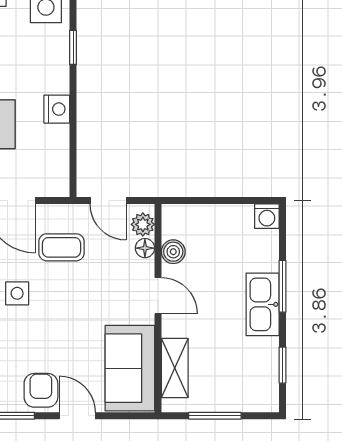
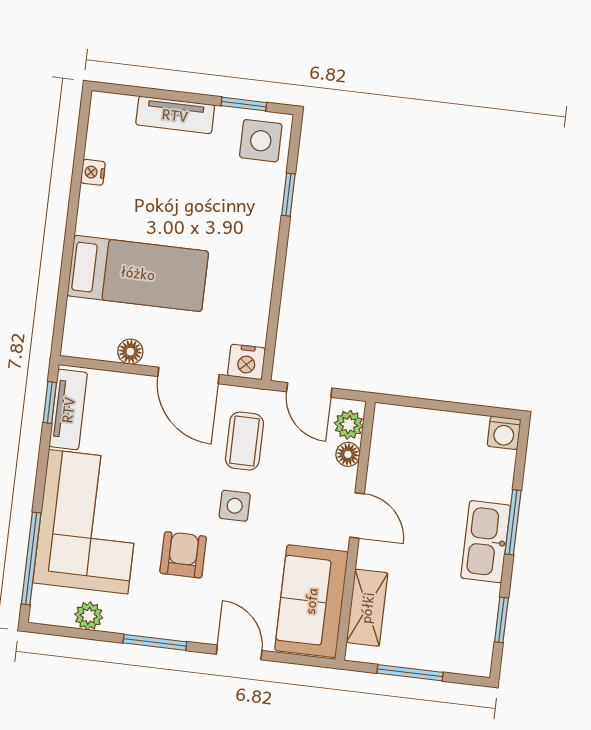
nightstand: (57, 109) -> (247, 362), moved, turned 90
coffee table: (61, 247) -> (244, 441), turned 90
boiler: (173, 252) -> (383, 463), removed
side table: (17, 293) -> (235, 506), moved
armchair: (41, 390) -> (183, 555), moved

